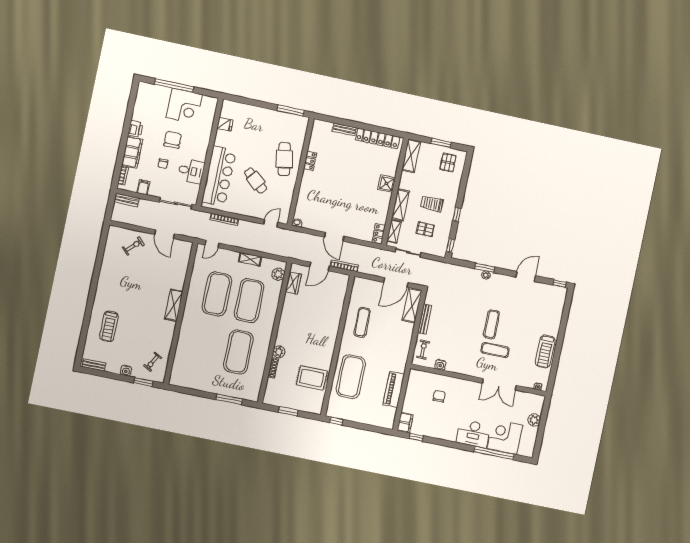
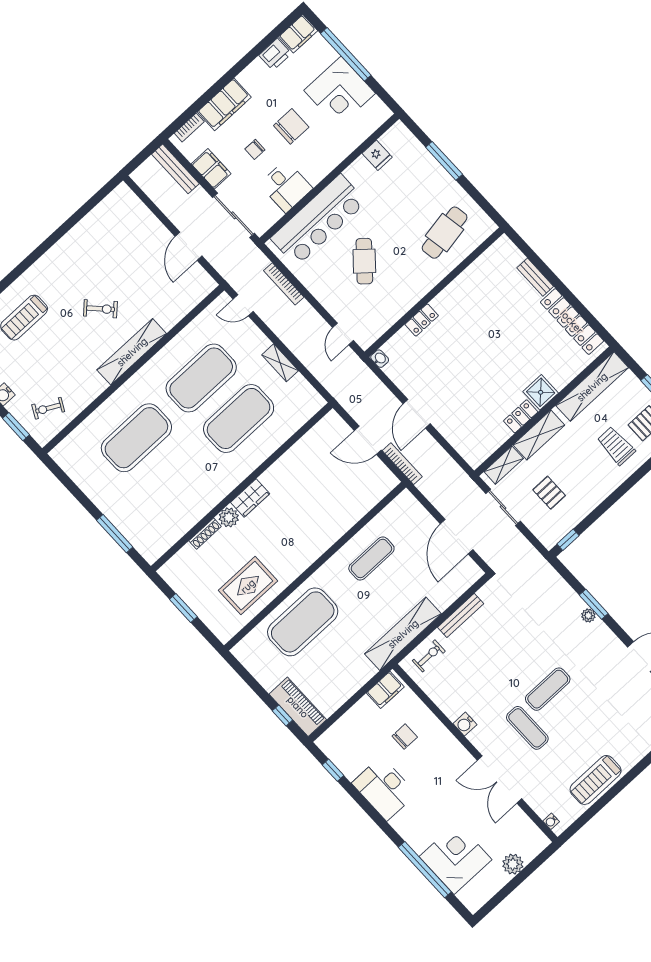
filing cabinet: (143, 92) -> (298, 34), added
window: (291, 111) -> (444, 161), moved
printer: (136, 129) -> (275, 54), moved
shelving: (411, 156) -> (592, 387), width x1.47
cafe table: (284, 159) -> (445, 233), moved
locker: (310, 161) -> (422, 320), moved
filing cabinet: (143, 187) -> (211, 169), width x2.00
bench: (127, 200) -> (175, 169), width x1.36
trolley: (432, 204) -> (616, 446), moved
window: (457, 214) -> (607, 503), removed
door: (271, 223) -> (343, 334), swing flipped
locker: (379, 234) -> (521, 416), moved
exercise bike: (133, 246) -> (100, 309), moved
plant: (278, 274) -> (304, 411), removed
door: (396, 282) -> (457, 537), hinge flipped
wardrobe: (293, 283) -> (250, 498), moved
shelving: (174, 305) -> (132, 352), width x1.47
shelving: (412, 305) -> (403, 634), moved, width x1.47
exercise mat: (238, 352) -> (136, 438), moved
water cooler: (440, 365) -> (465, 724), moved
rug: (312, 378) -> (248, 586), turned 90
piano: (394, 389) -> (298, 707), moved, turned 90
window: (336, 421) -> (282, 715), moved
filing cabinet: (405, 423) -> (385, 690), moved
desk: (473, 434) -> (384, 788), moved

